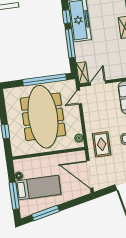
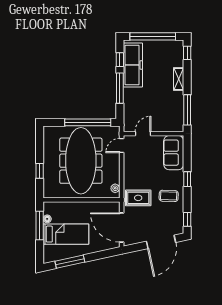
shelving: (82, 73) -> (128, 121), removed
rug: (102, 144) -> (138, 198), turned 90
window: (14, 196) -> (40, 226), moved

